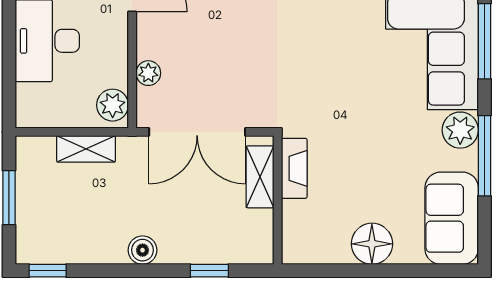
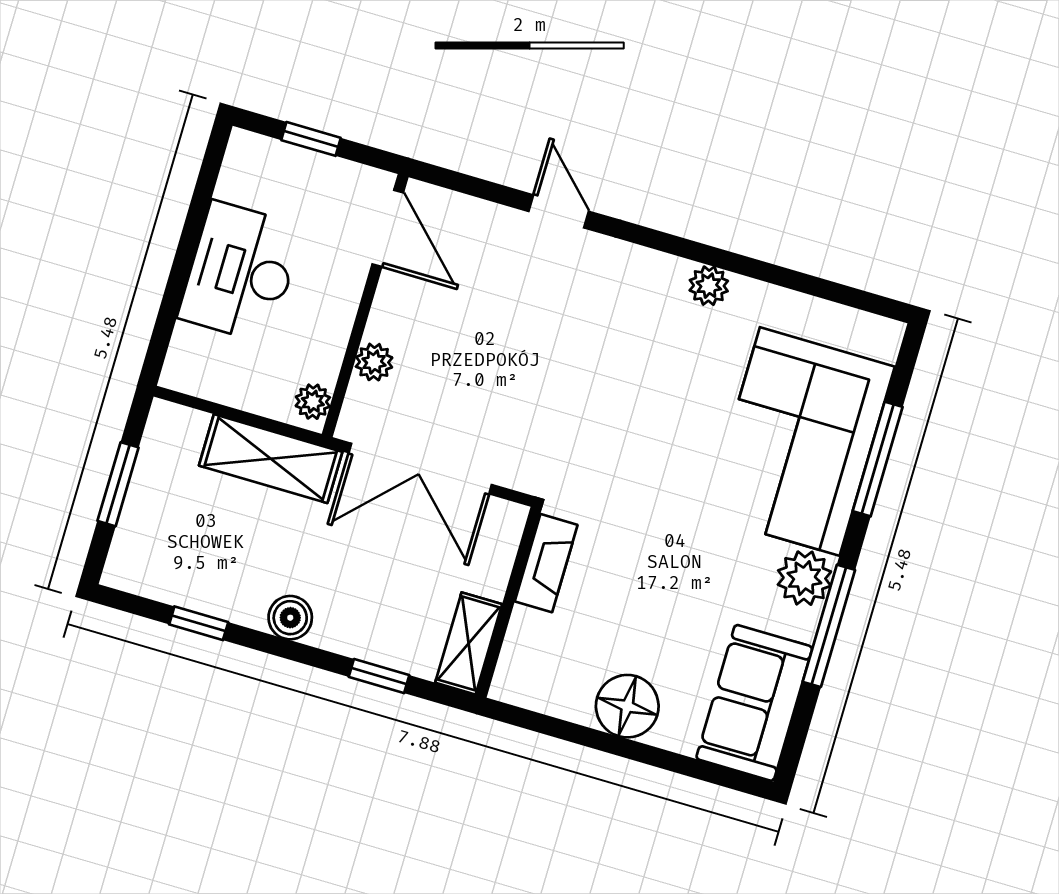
plant: (113, 105) -> (313, 402), width x0.73, depth x0.73
shelving: (86, 149) -> (271, 459), width x1.50, depth x1.33
shelving: (260, 177) -> (469, 643), moved
window: (48, 271) -> (199, 623), moved

